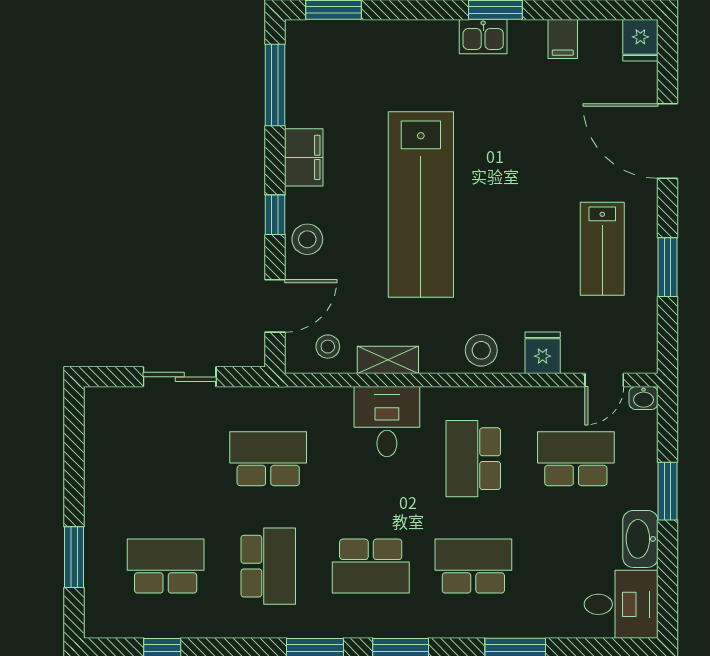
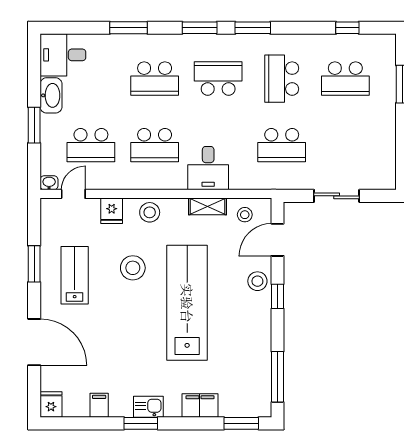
filing cabinet: (304, 157) -> (200, 406), moved, turned 90
stool: (508, 261) -> (133, 268), added
school desk: (473, 459) -> (155, 145), turned 90

